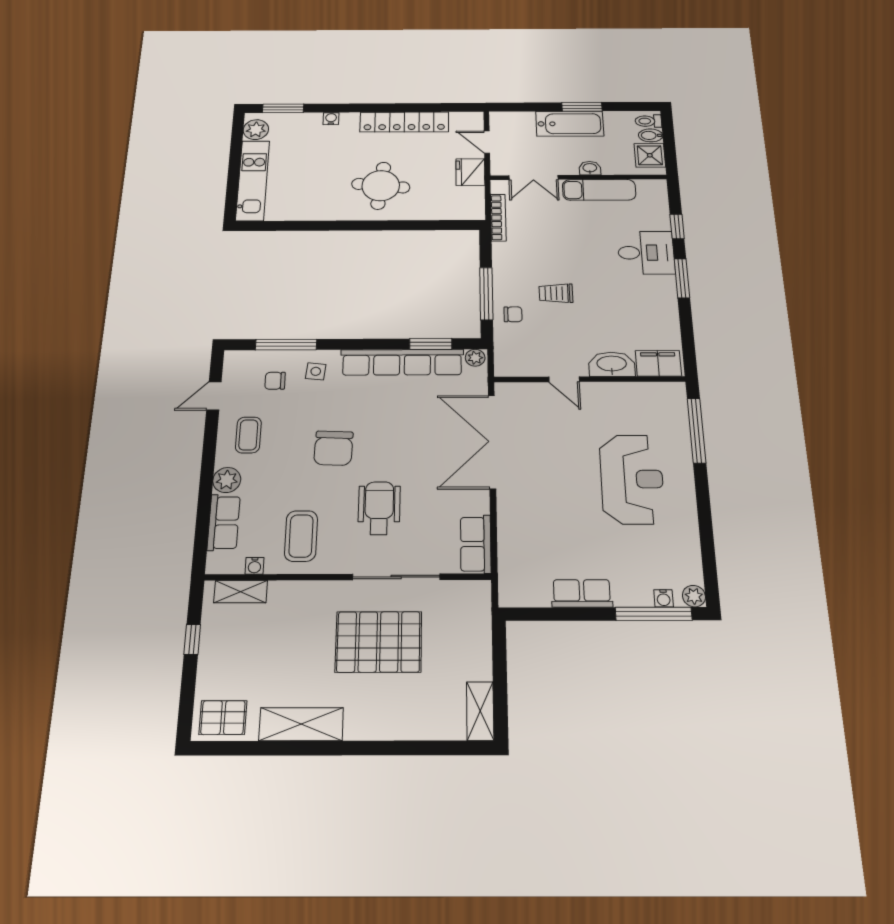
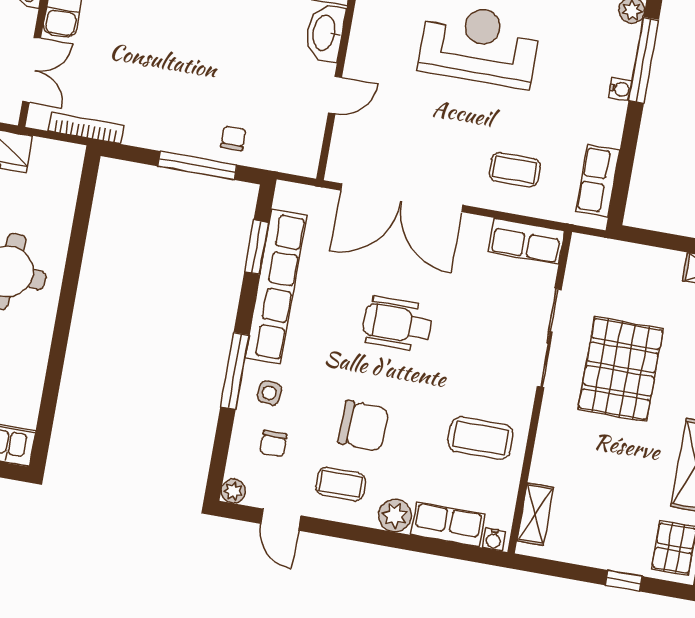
trolley: (556, 293) -> (213, 79), removed
window: (286, 345) -> (235, 371), moved
plant: (475, 358) -> (233, 491), moved
chair: (333, 448) -> (363, 426), moved
wheelchair: (379, 508) -> (397, 324), moved
coffee table: (534, 524) -> (515, 170), added
water cooler: (254, 566) -> (494, 539), moved, turned 90
row of seats: (582, 593) -> (598, 181), moved
water cooler: (664, 598) -> (620, 89), moved
window: (192, 639) -> (624, 581), moved

